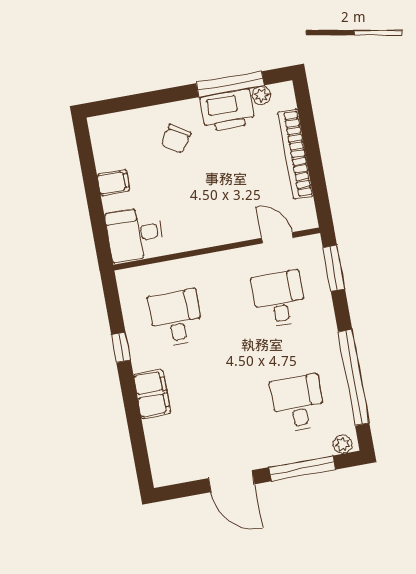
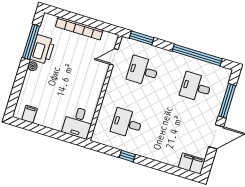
plant: (261, 95) -> (33, 66), moved
chair: (176, 139) -> (43, 80), removed
filing cabinet: (113, 183) -> (29, 114), moved
filing cabinet: (152, 394) -> (192, 164), moved
plant: (343, 444) -> (226, 76), removed

